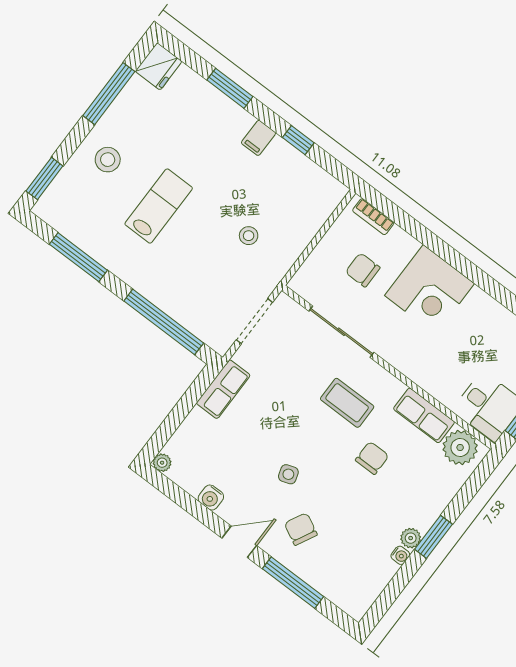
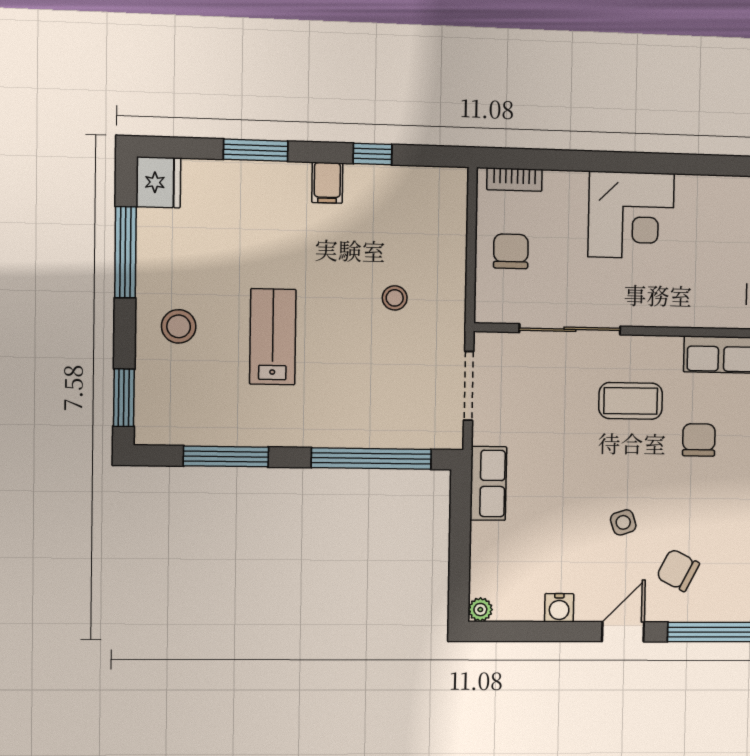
chair: (363, 270) -> (511, 251), moved, turned 90

